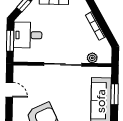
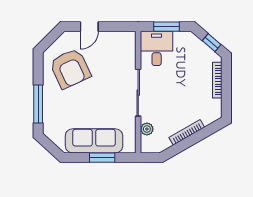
desk: (28, 35) -> (157, 48), moved
door: (9, 90) -> (89, 27), moved

